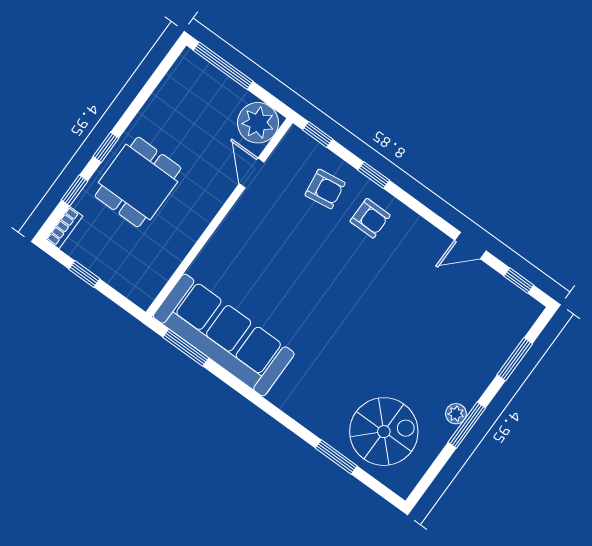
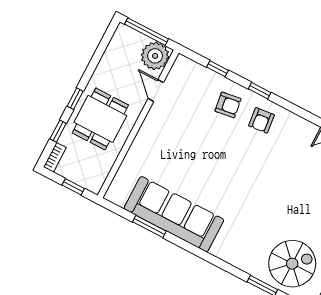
plant: (258, 123) -> (155, 56), moved
door: (252, 173) -> (156, 91), moved
wall: (219, 217) -> (138, 124), moved
armchair: (370, 218) -> (261, 120), turned 84

